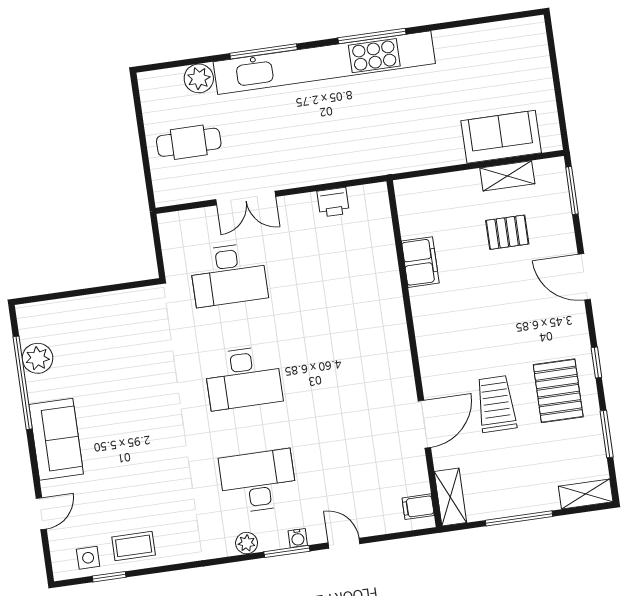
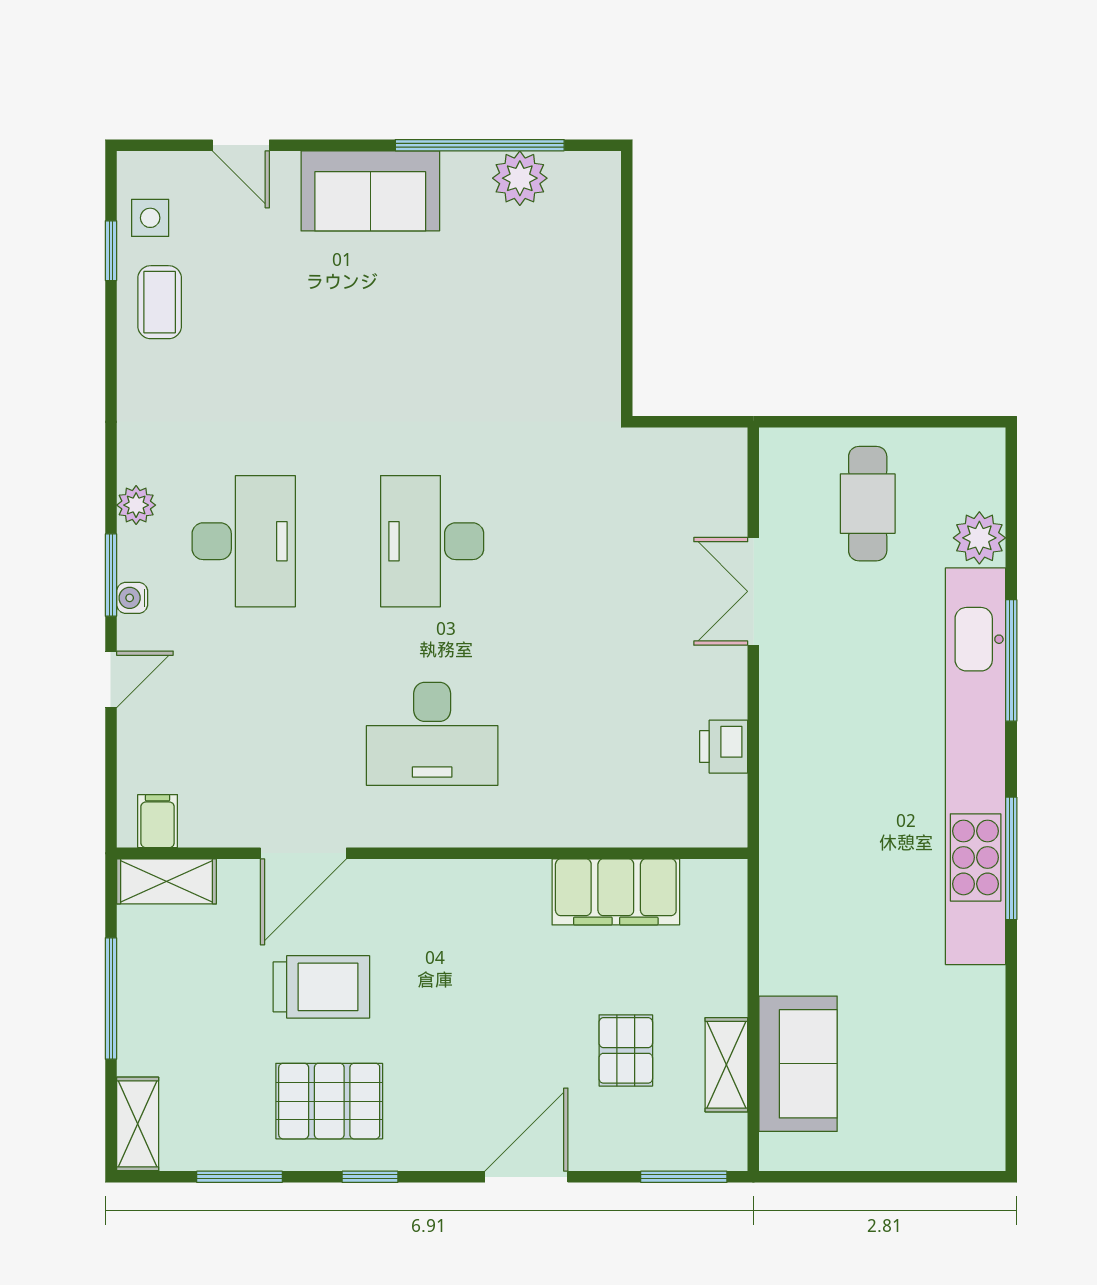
filing cabinet: (420, 262) -> (616, 892), width x1.50, depth x1.17
desk: (229, 275) -> (432, 734), moved, turned -90
door: (424, 424) -> (303, 853), hinge flipped

